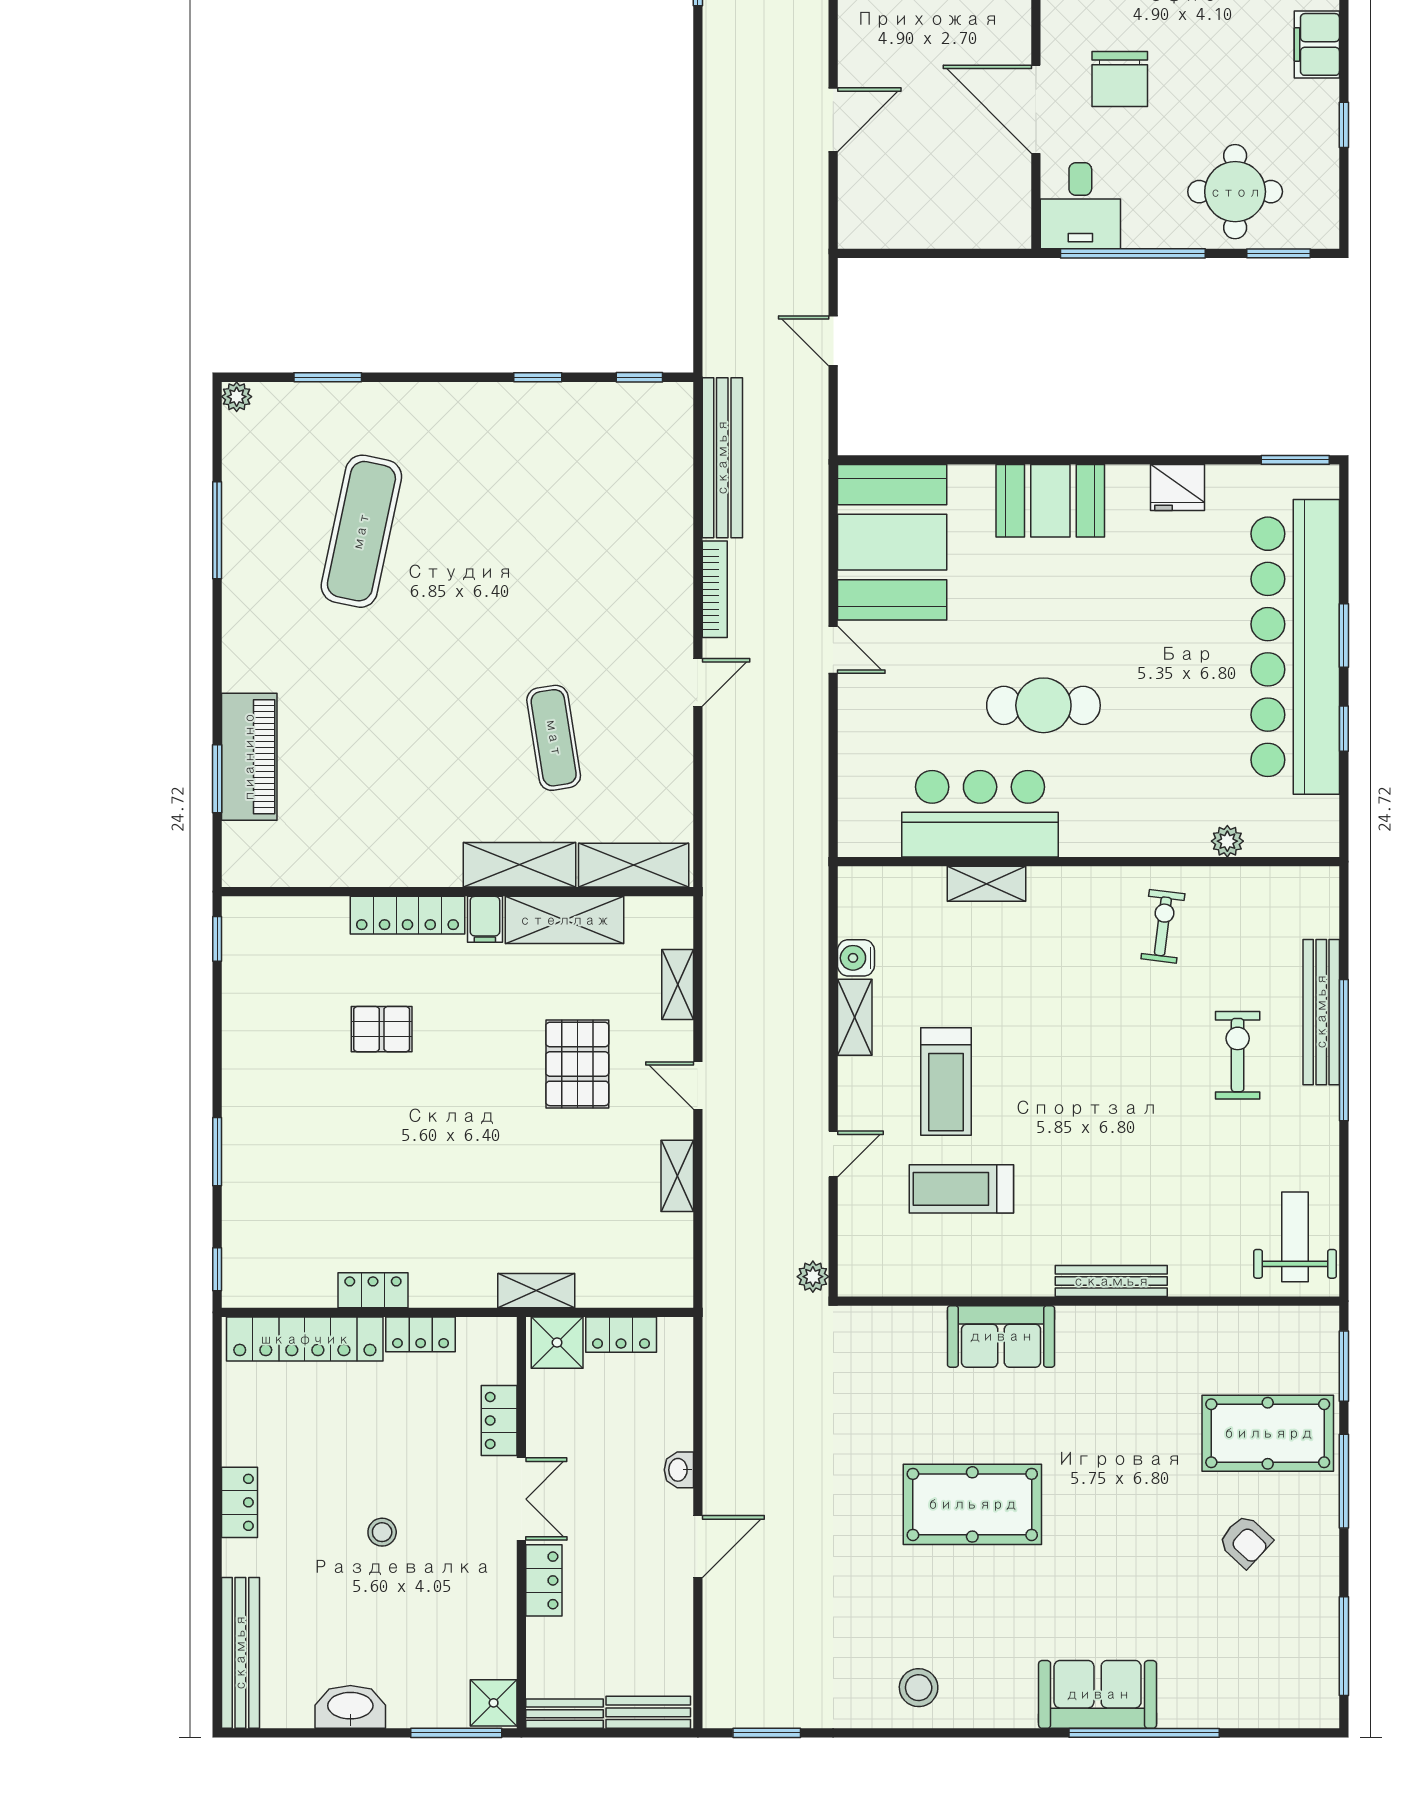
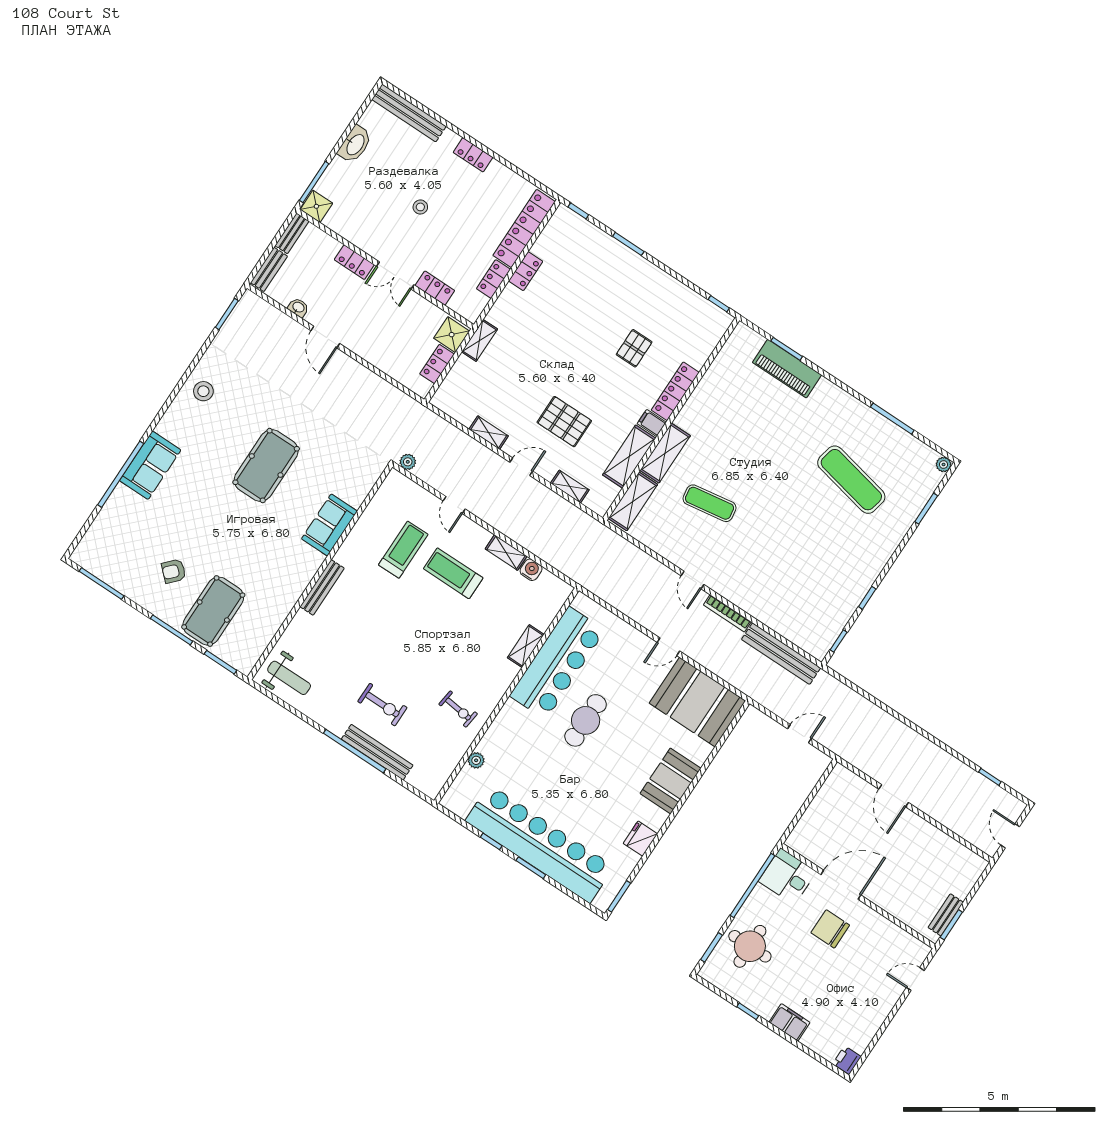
bar counter: (980, 814) -> (557, 663), width x1.36
washbasin: (679, 1470) -> (298, 307), moved

